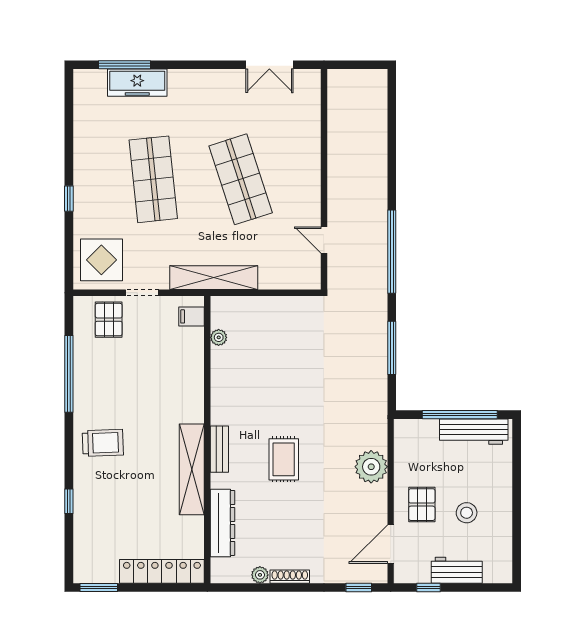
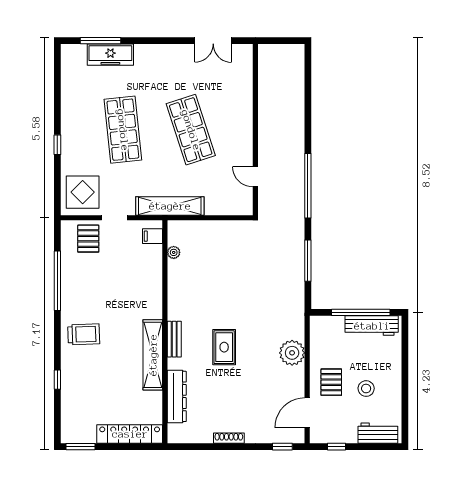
workbench: (457, 570) -> (378, 433), moved
plant: (260, 575) -> (206, 437), removed

